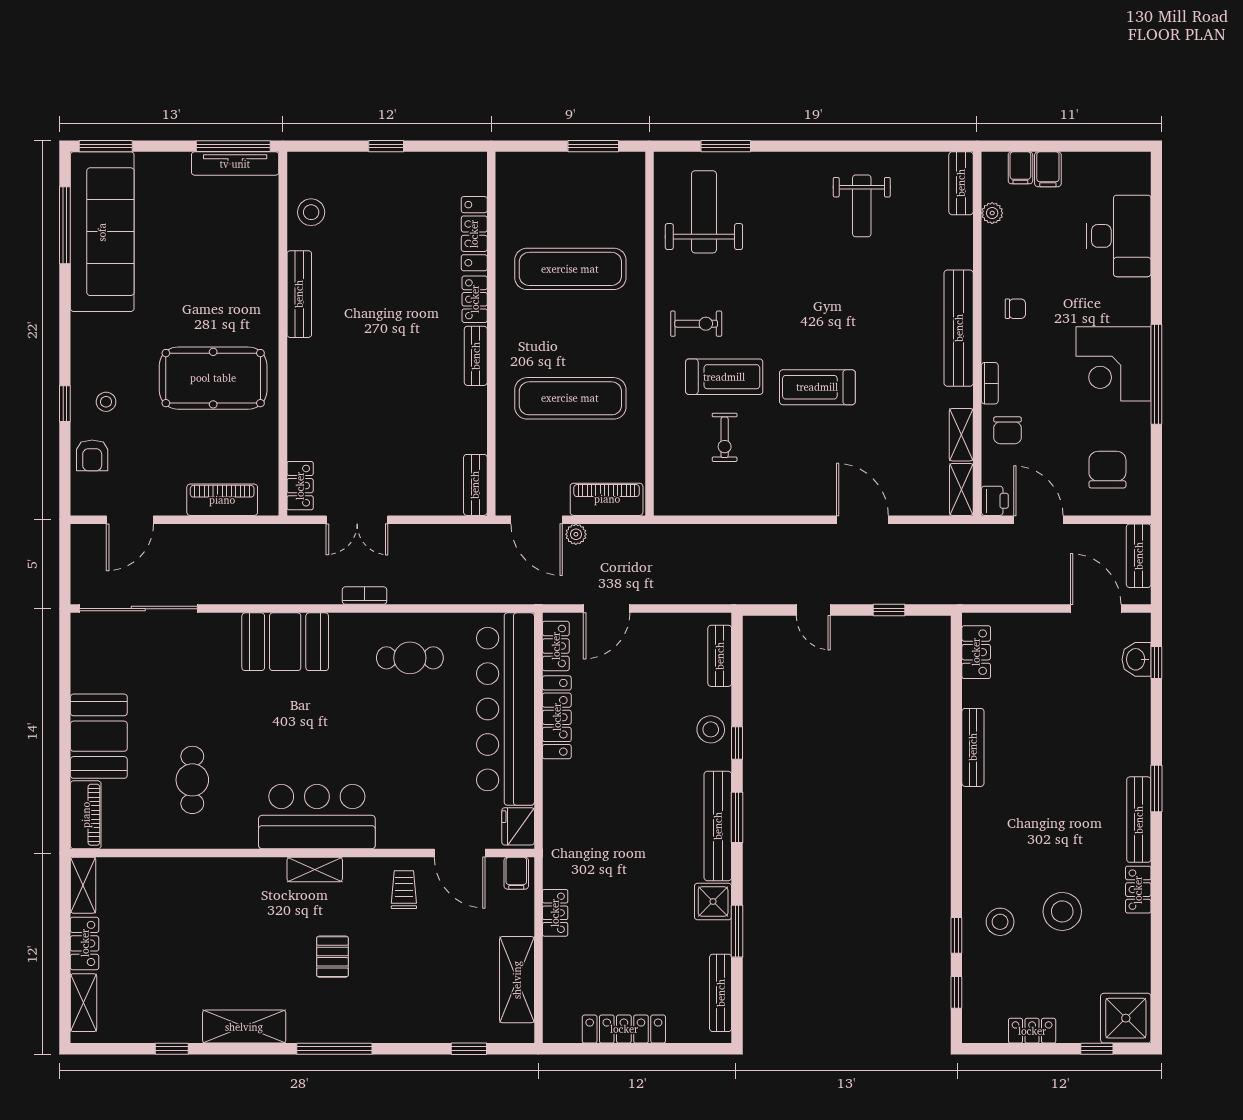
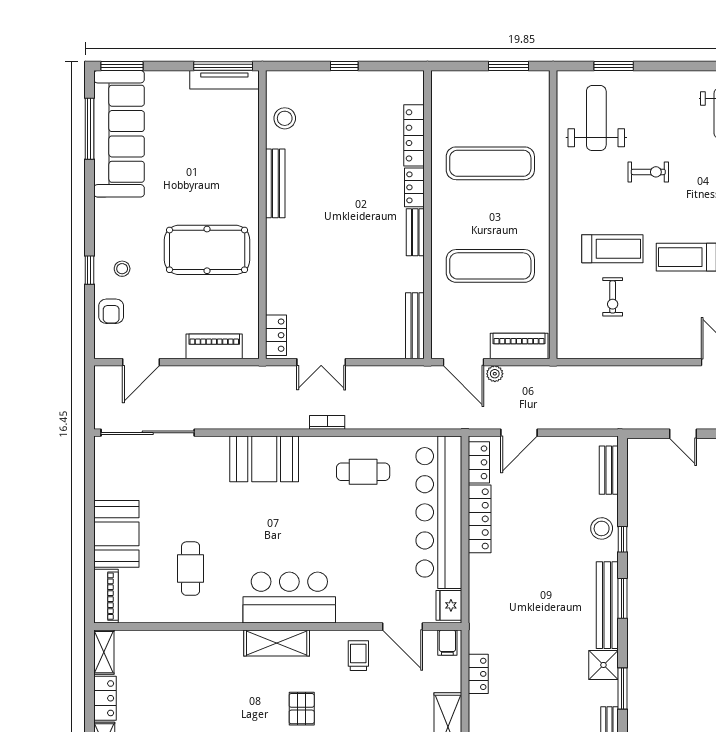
exercise bike: (696, 324) -> (648, 172), moved
bench: (475, 485) -> (415, 326), width x1.36
shelving: (315, 870) -> (277, 643), width x1.50, depth x1.33

